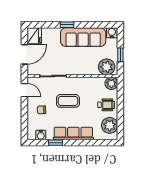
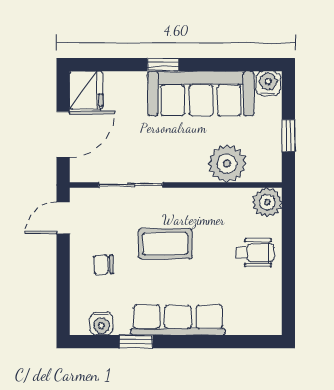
plant: (107, 67) -> (227, 164), moved
door: (24, 90) -> (63, 218), swing flipped
plant: (110, 125) -> (263, 301), removed

